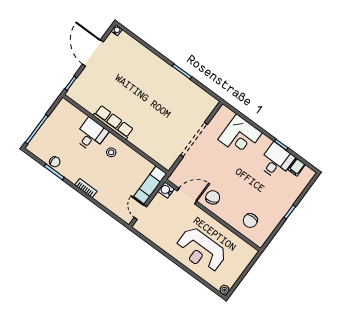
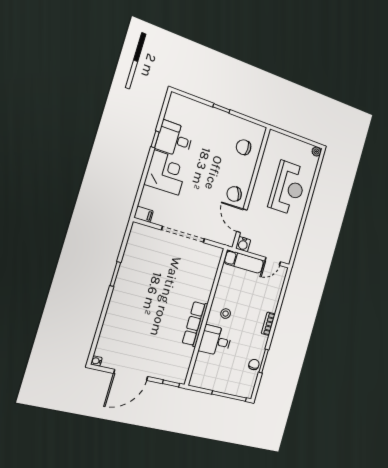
corner desk: (240, 136) -> (166, 173), moved
filing cabinet: (297, 167) -> (144, 214), moved
chair: (250, 221) -> (244, 147), turned 180

